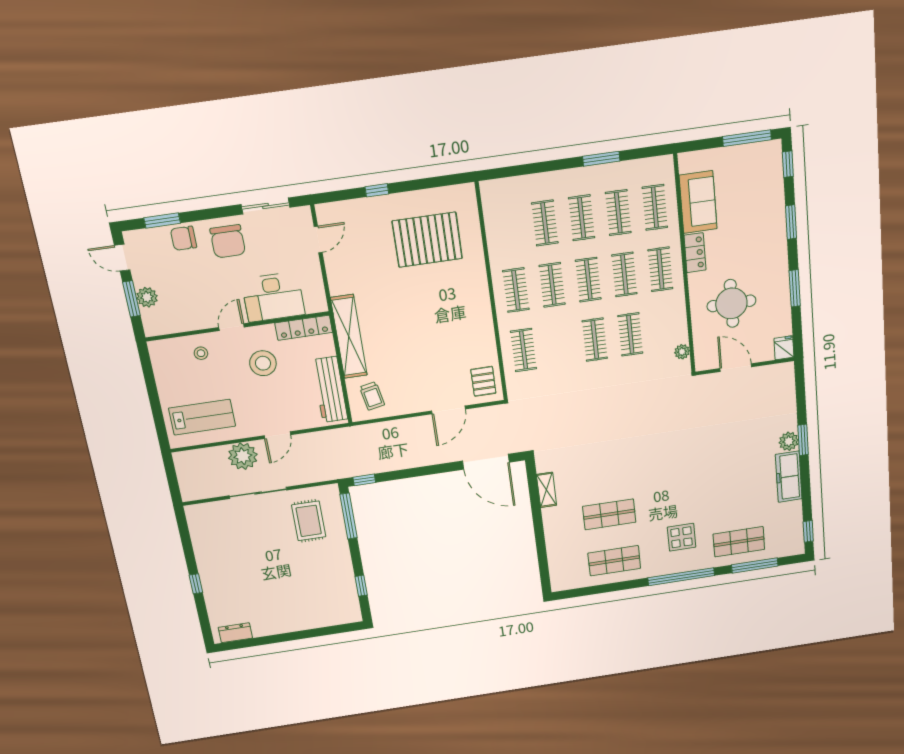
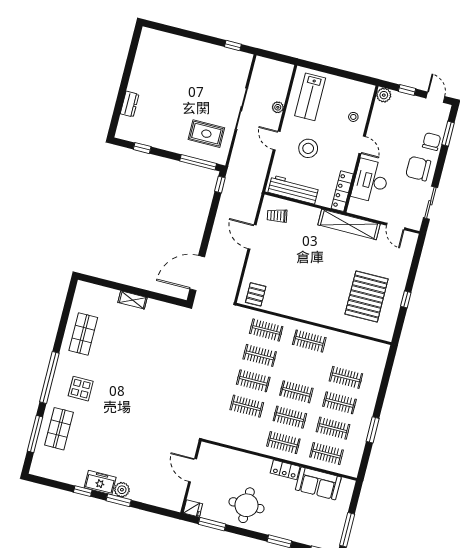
window: (377, 190) -> (406, 299), moved
door: (122, 258) -> (435, 97), hinge flipped
clothes rail: (552, 285) -> (260, 355), moved
window: (795, 288) -> (212, 524), moved
plant: (147, 297) -> (384, 95), moved
window: (131, 299) -> (407, 90), width x0.67
round table: (731, 303) -> (247, 505), moved
shelving: (349, 337) -> (349, 224), moved
plant: (682, 352) -> (220, 437), removed
stool: (263, 363) -> (308, 148), moved
door: (736, 368) -> (193, 470), swing flipped
pallet: (483, 381) -> (256, 294), turned 90
door: (448, 410) -> (252, 237), moved
plant: (243, 456) -> (278, 107), width x0.53, depth x0.53
freezer: (789, 477) -> (100, 482), width x0.71
shelving: (546, 490) -> (133, 300), moved
shop shelf: (609, 514) -> (121, 344), removed
window: (808, 531) -> (83, 491), moved
window: (196, 584) -> (233, 46), moved
dresser: (235, 633) -> (130, 104), moved

